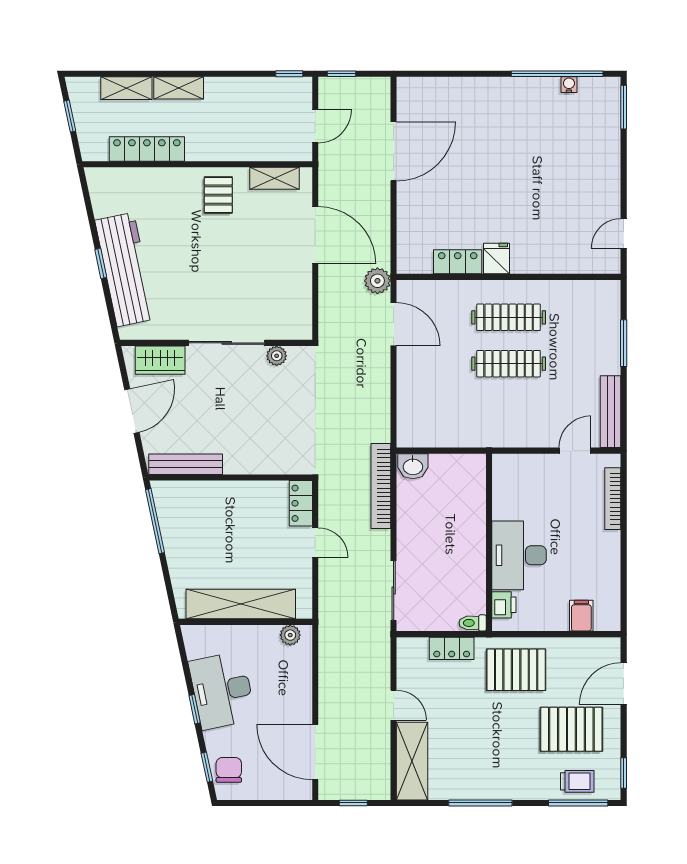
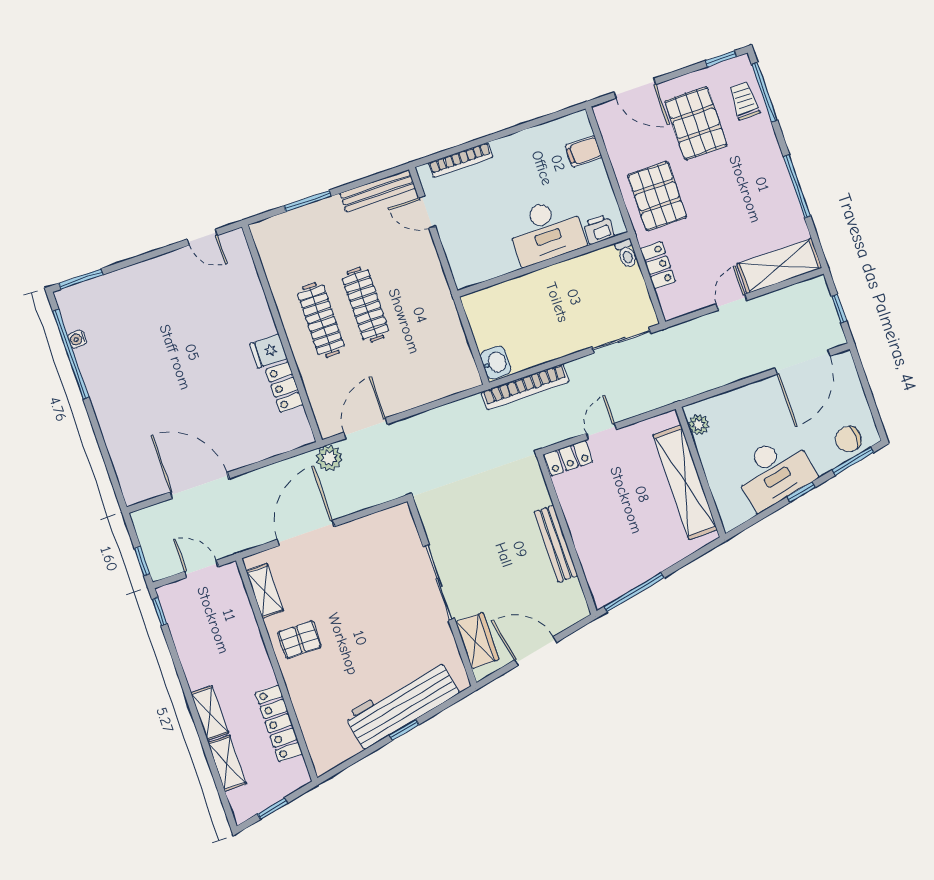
plant: (277, 356) -> (435, 530), removed
bench: (186, 464) -> (556, 544), moved
window: (207, 767) -> (853, 461), width x1.50

